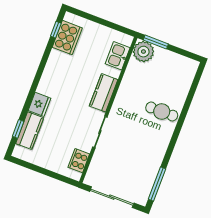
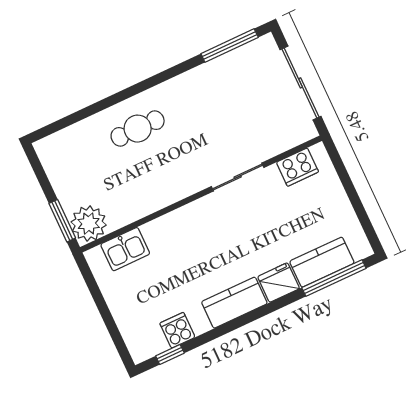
cooker: (67, 38) -> (177, 330), width x0.53, depth x0.76
kitchen counter: (104, 93) -> (234, 303), moved, turned 180
cafe table: (162, 111) -> (138, 129), turned 90
window: (18, 129) -> (334, 278), width x2.17

